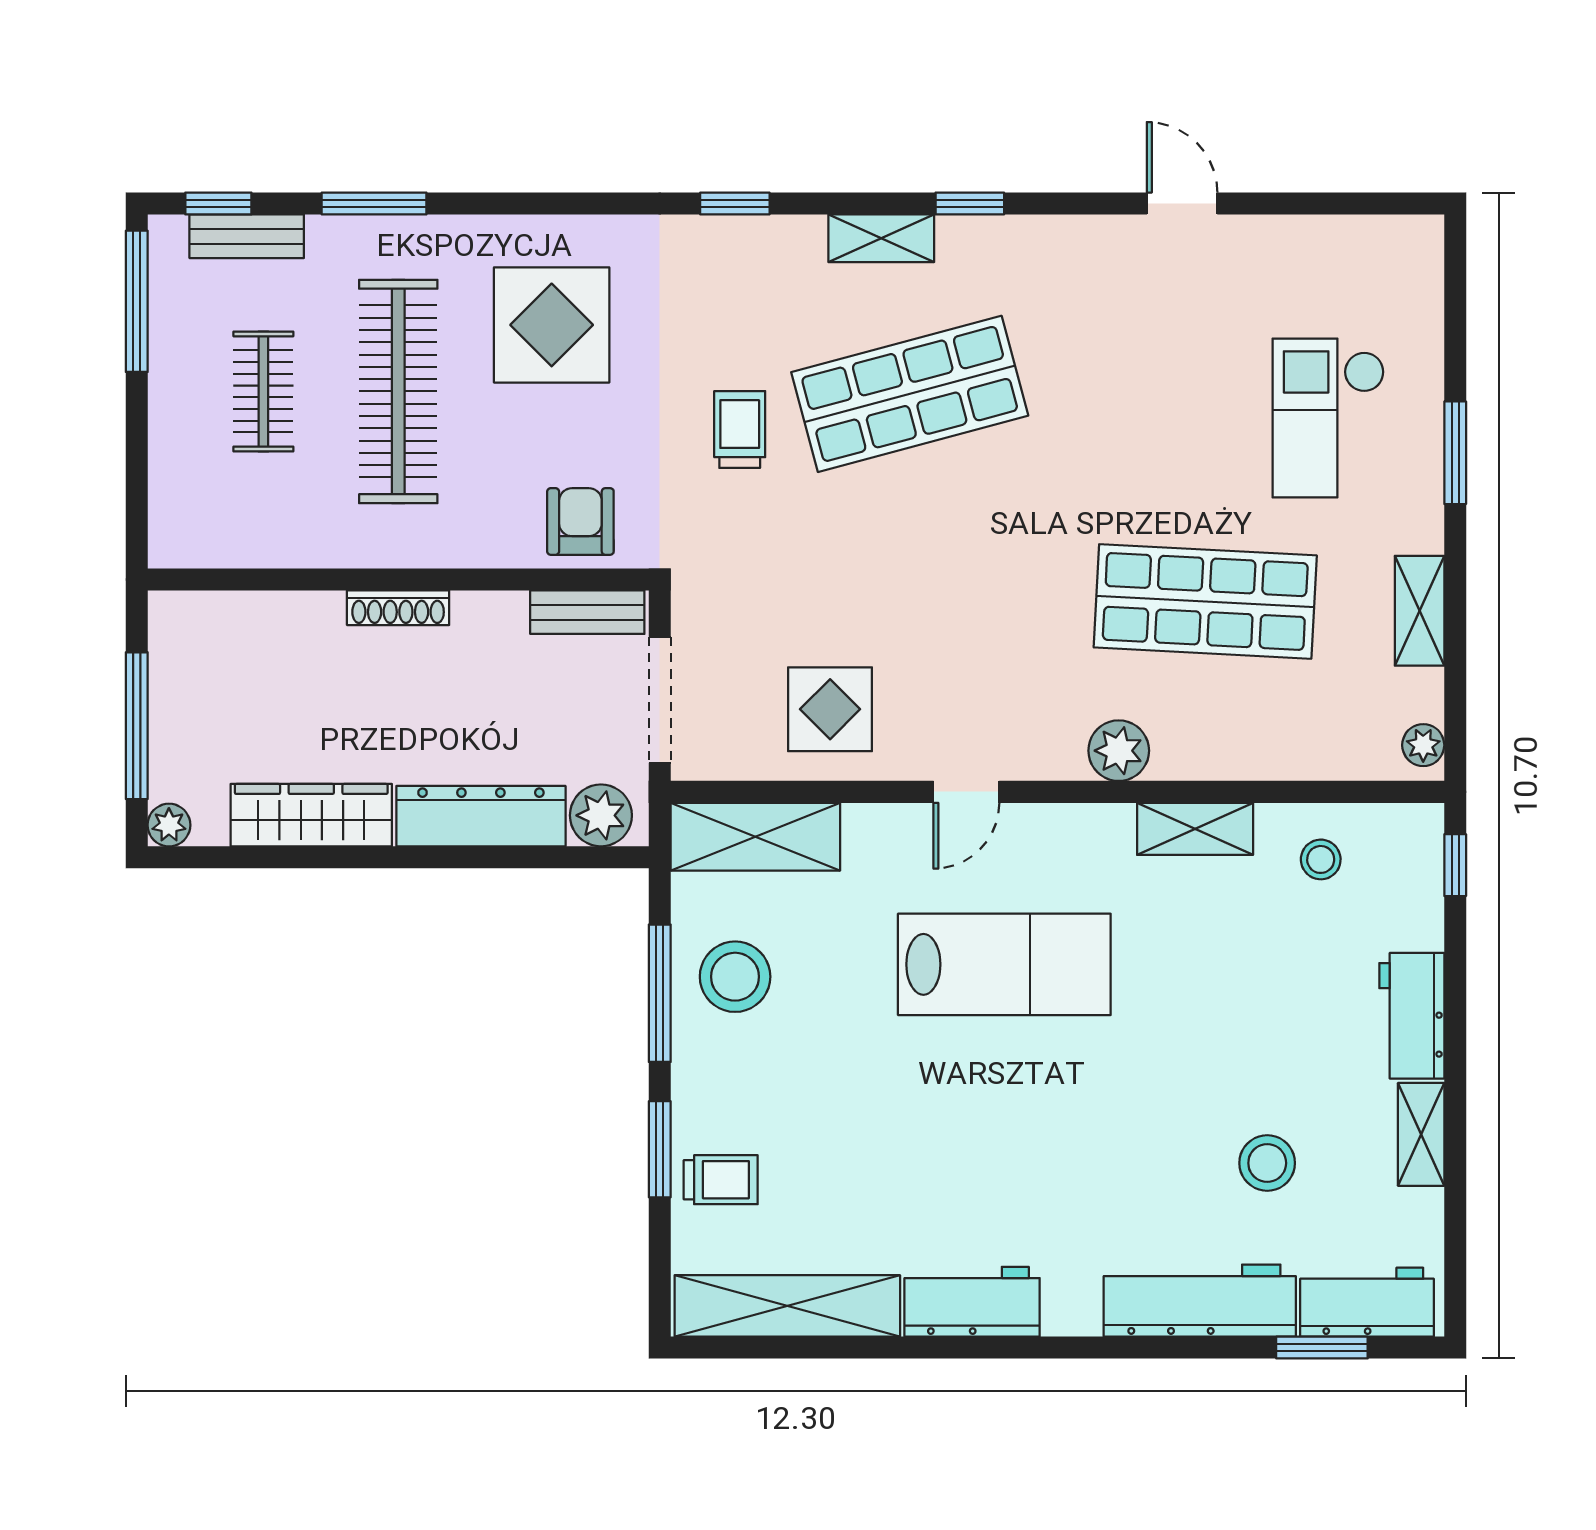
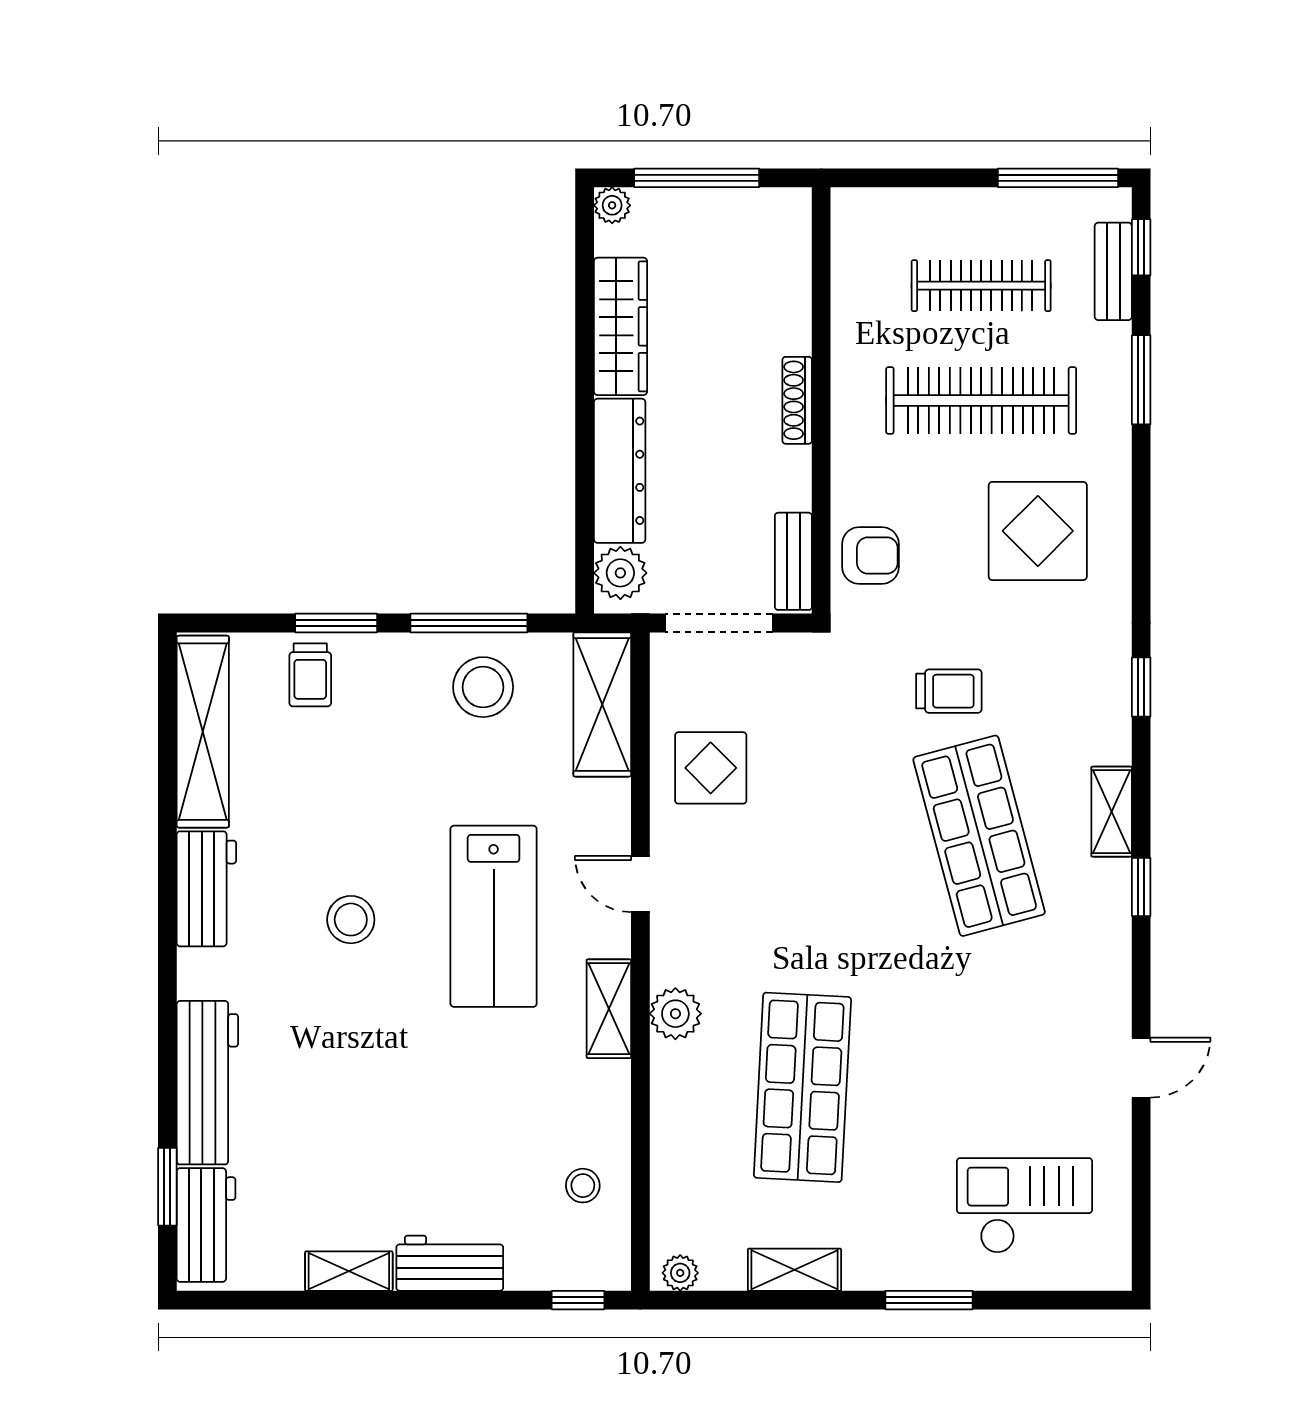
clothes rail: (263, 391) -> (981, 286), width x1.36
checkout: (1328, 418) -> (1024, 1206), moved
shelving: (1195, 829) -> (609, 1009), moved
stool: (1267, 1163) -> (351, 920), moved

